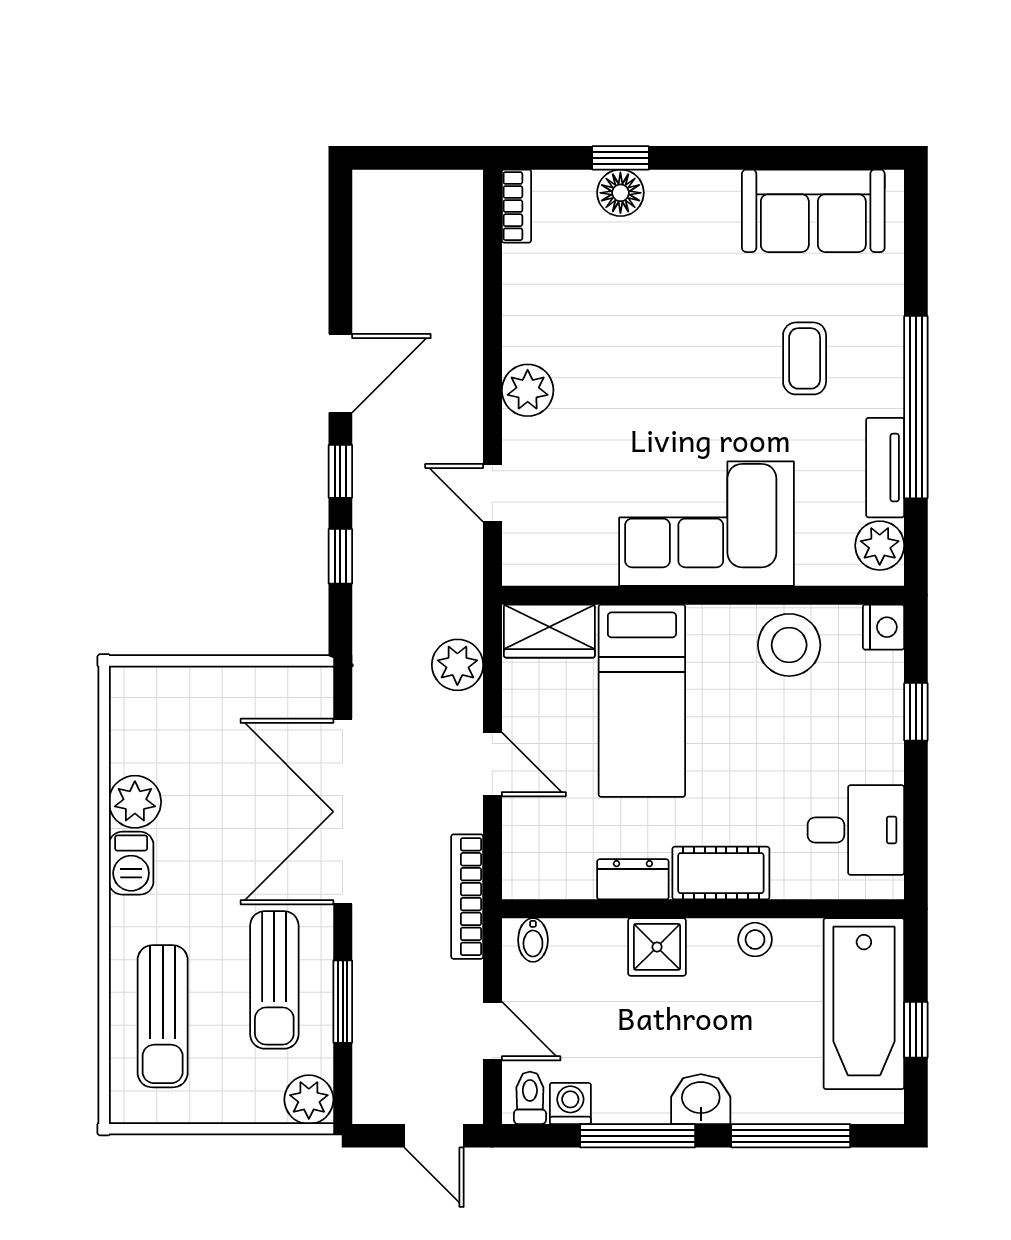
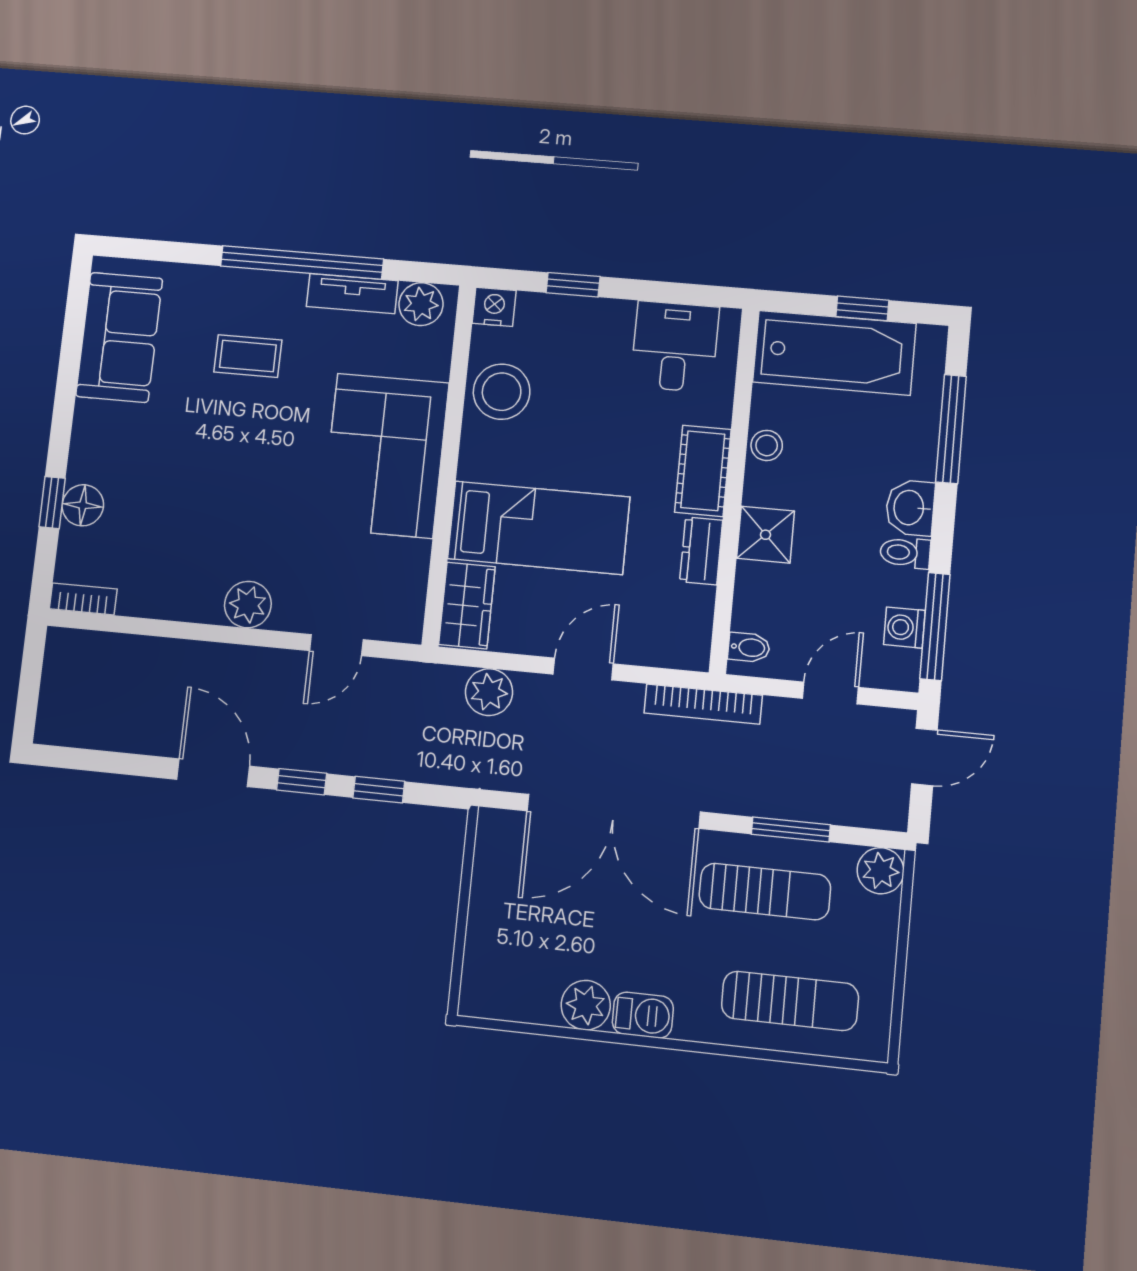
toilet: (530, 1098) -> (905, 553), moved
window: (638, 1136) -> (935, 626), moved

